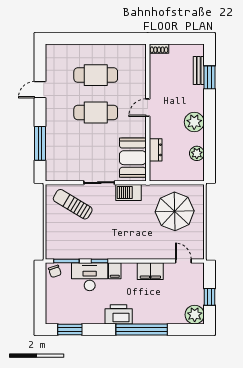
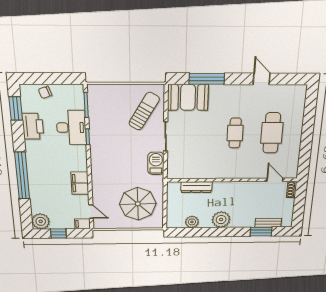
door: (148, 108) -> (275, 180), moved
cafe table: (96, 112) -> (235, 133), width x0.73, depth x0.74
dresser: (156, 150) -> (196, 187), width x1.44
booth: (133, 158) -> (188, 97), moved
door: (183, 261) -> (91, 212), hinge flipped
chair: (55, 271) -> (45, 92), moved
filing cabinet: (115, 271) -> (82, 224), moved
printer: (119, 314) -> (33, 126), moved

